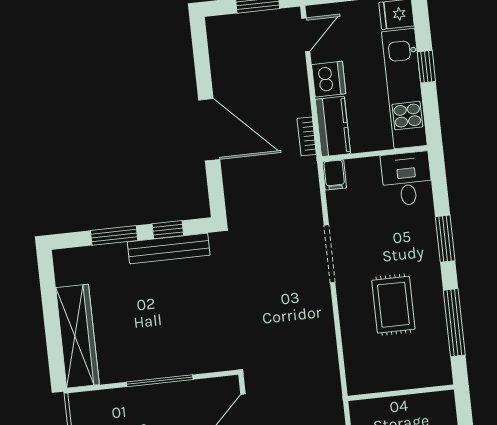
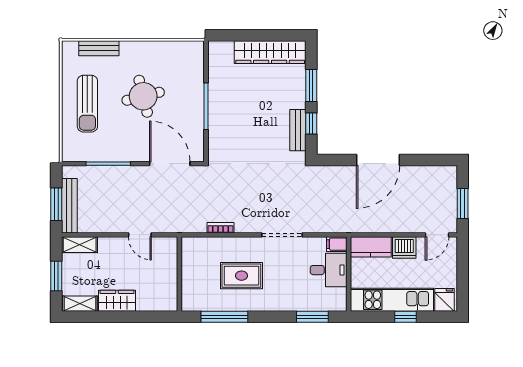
door: (306, 35) -> (437, 235), hinge flipped
bookcase: (307, 136) -> (221, 228), moved
desk: (407, 179) -> (329, 270), moved
window: (445, 239) -> (312, 317), moved
bench: (169, 248) -> (298, 130), width x0.73
wardrobe: (77, 336) -> (270, 52), moved

